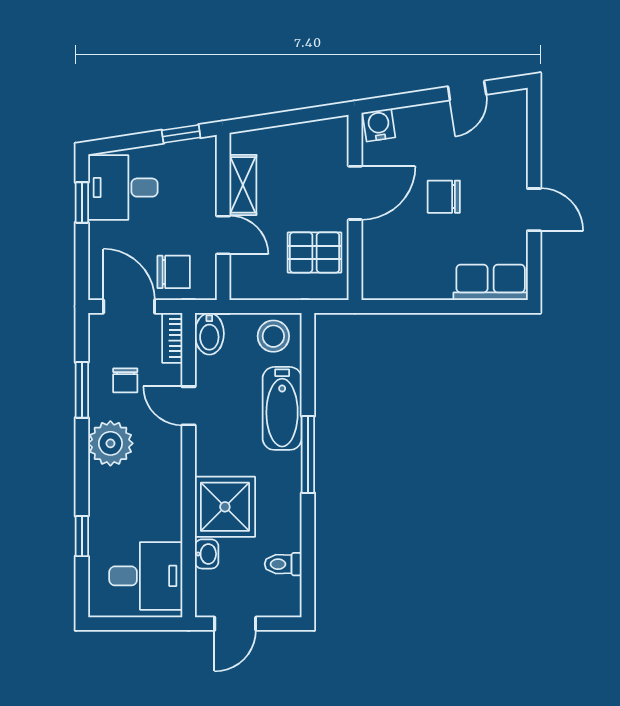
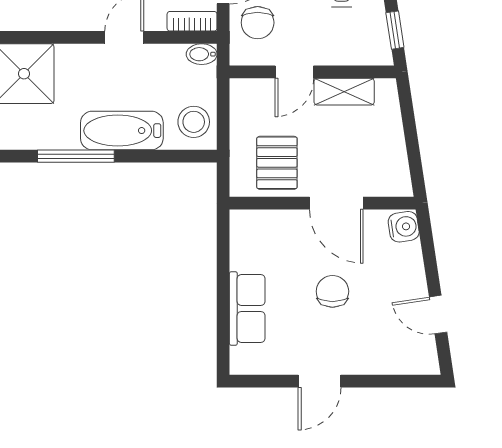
row of seats: (491, 282) -> (247, 308), moved
bidet: (209, 334) -> (202, 54), width x0.72, depth x0.74

